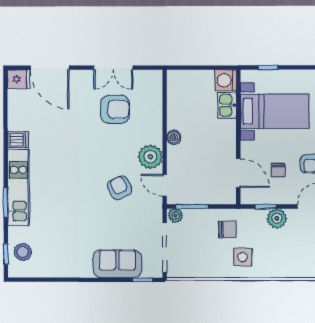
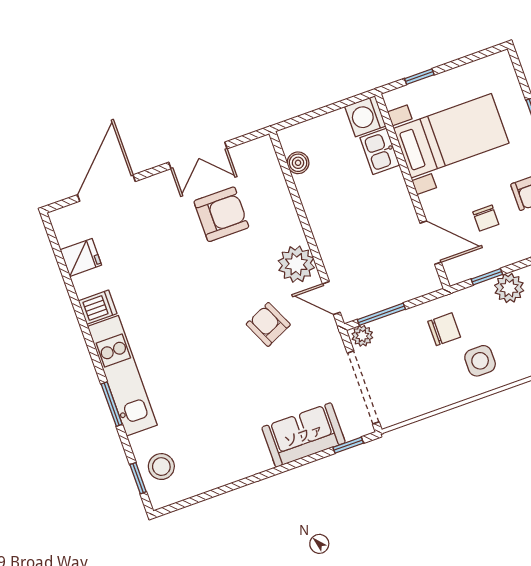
door: (50, 68) -> (106, 188), swing flipped
fridge: (19, 79) -> (81, 257), moved
boiler: (174, 137) -> (298, 163), moved

